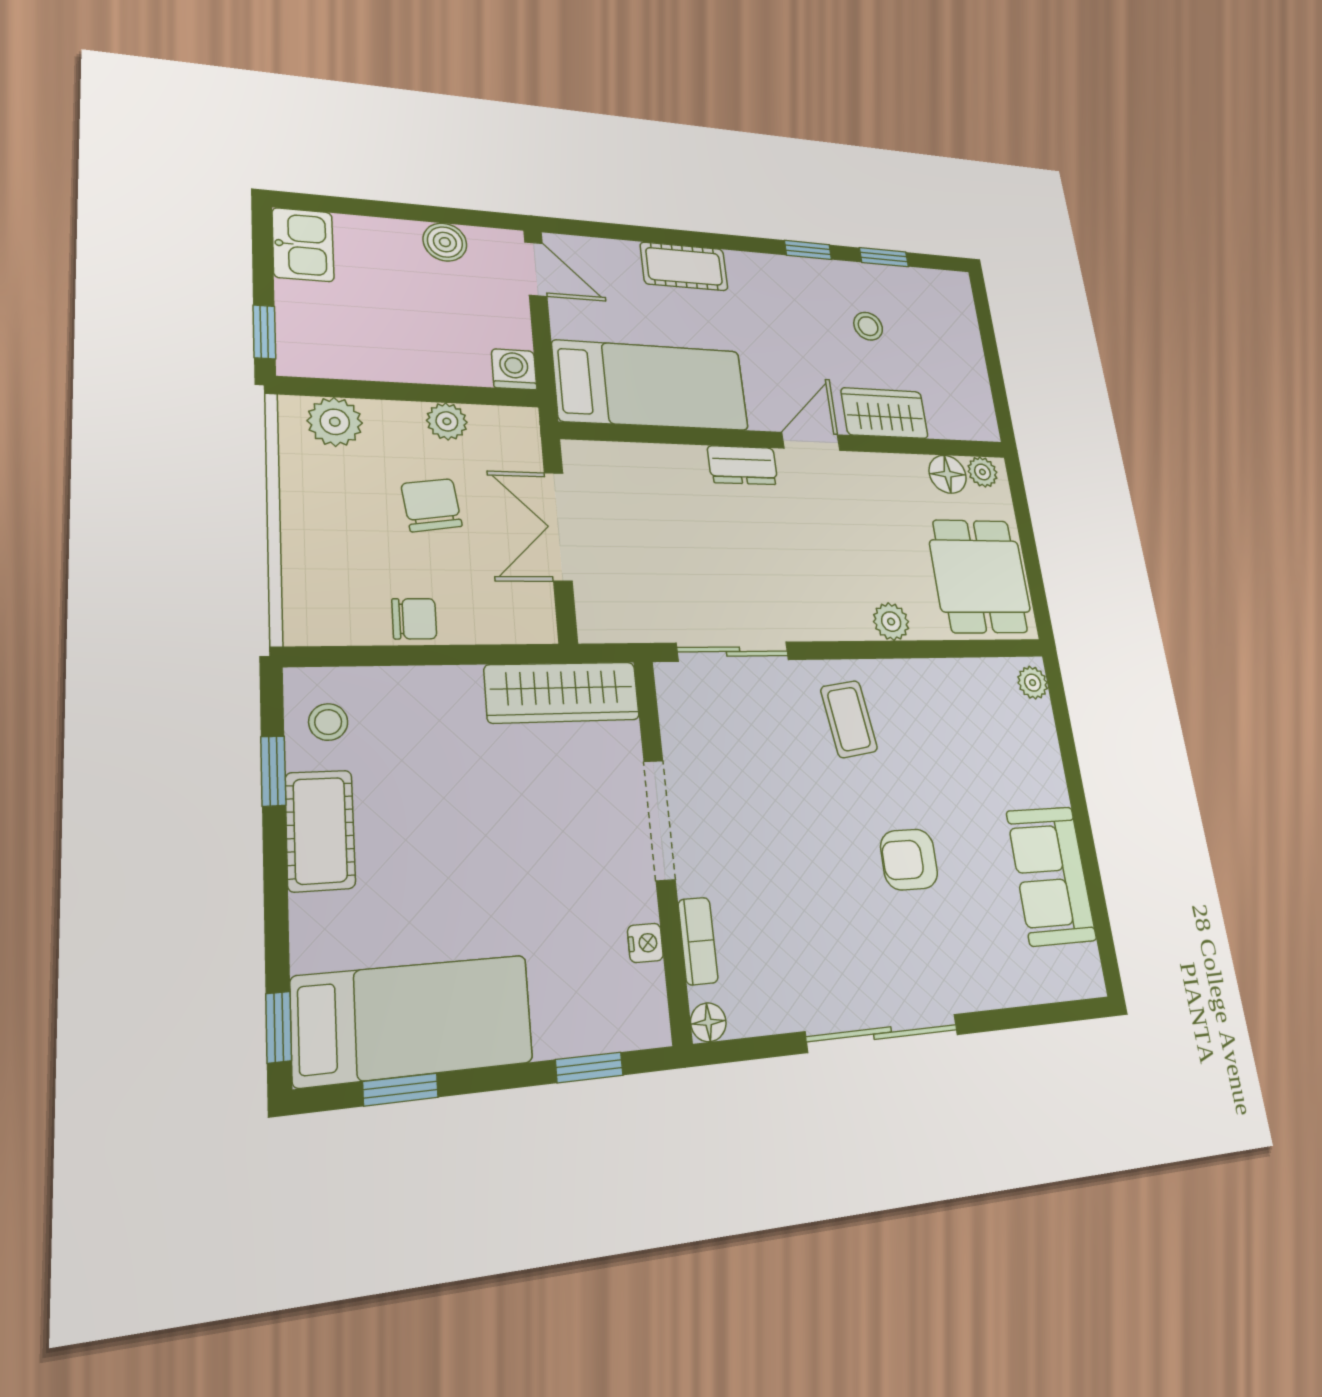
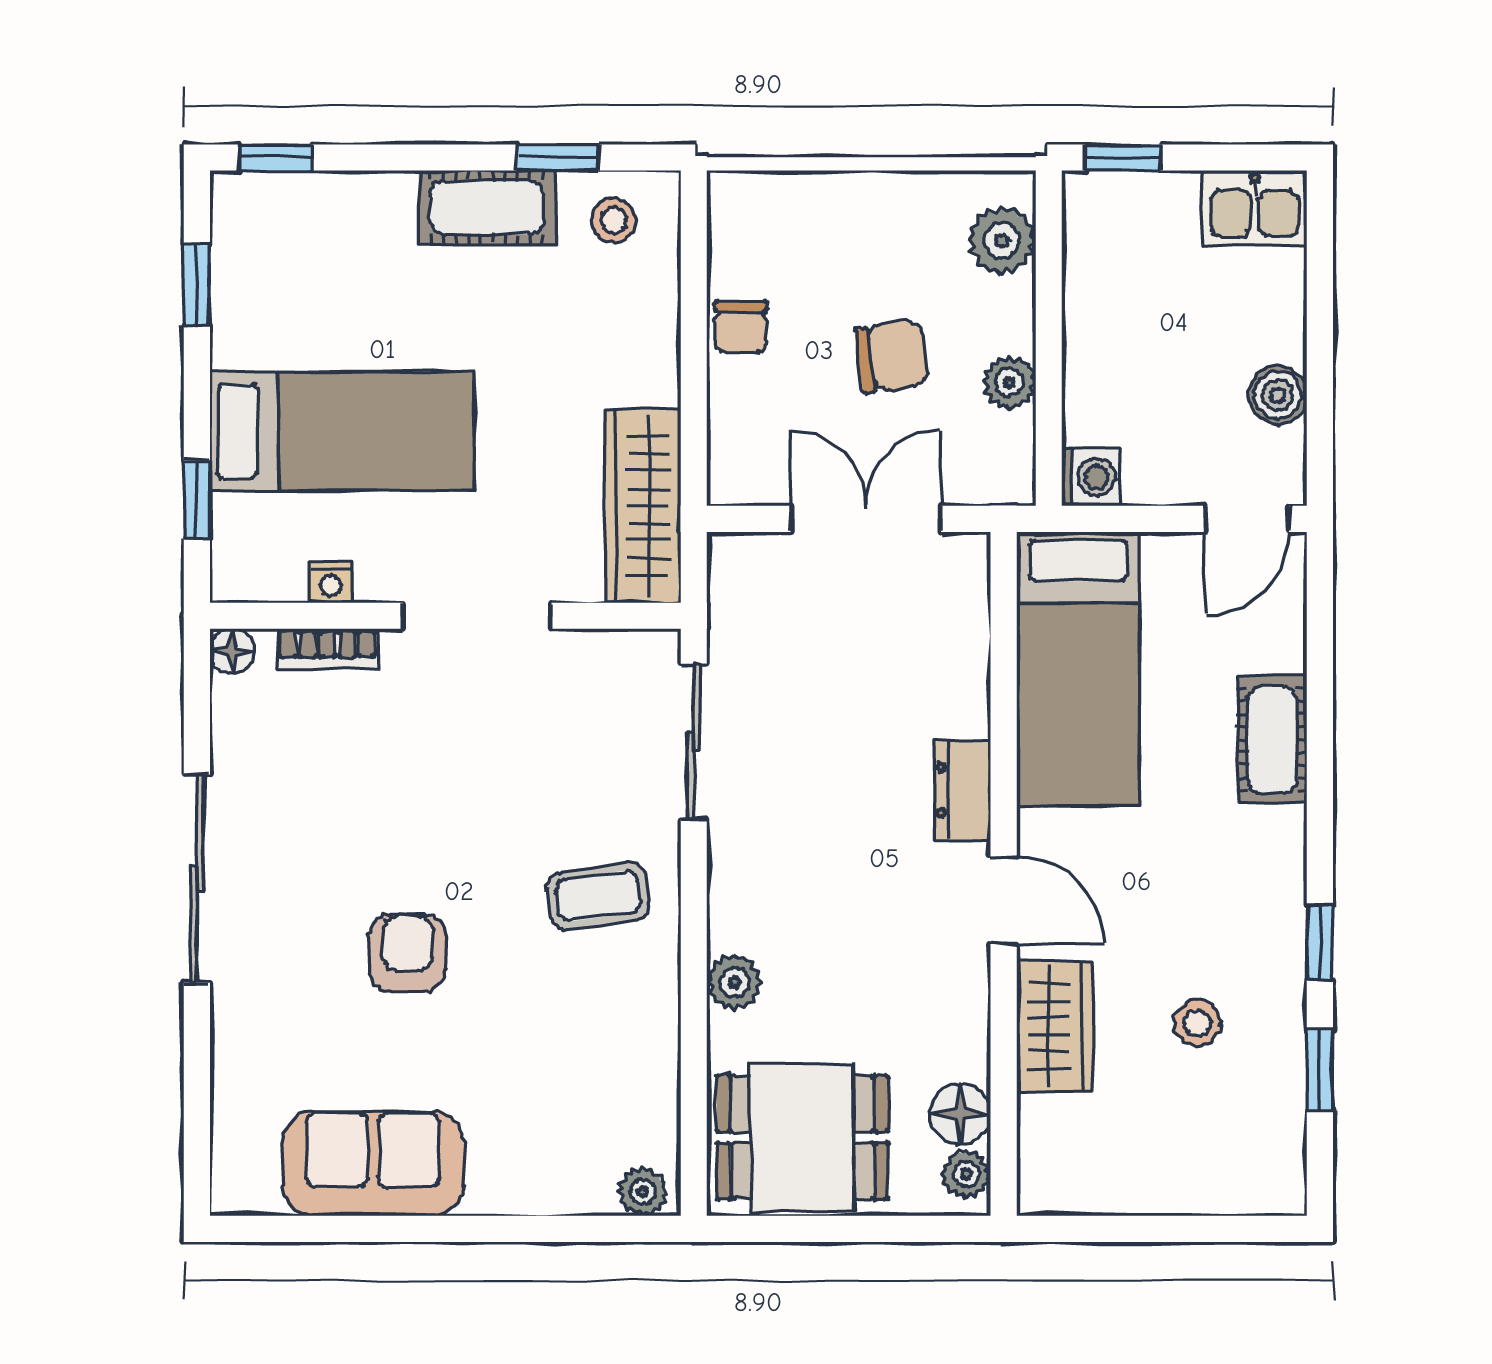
bed: (413, 1020) -> (342, 431), moved, turned -90

